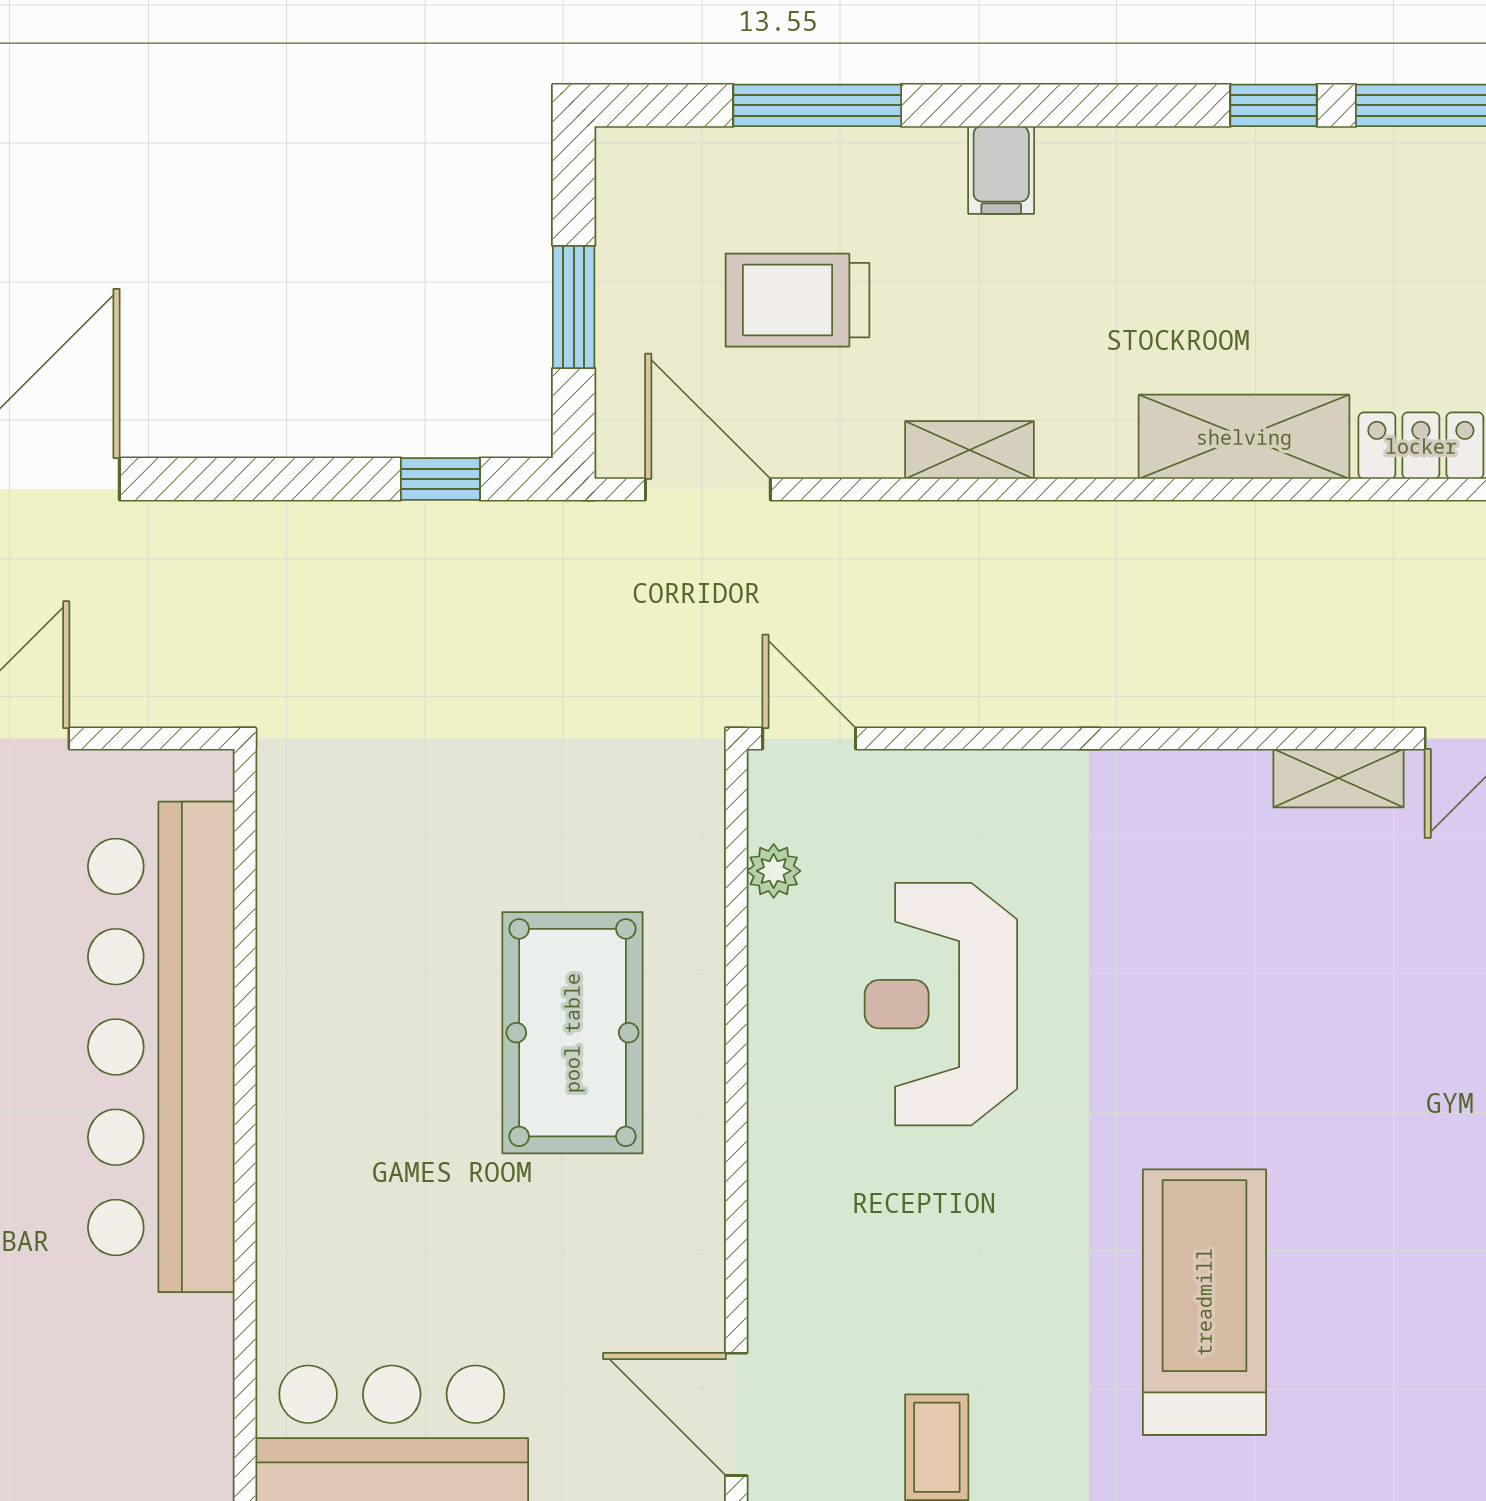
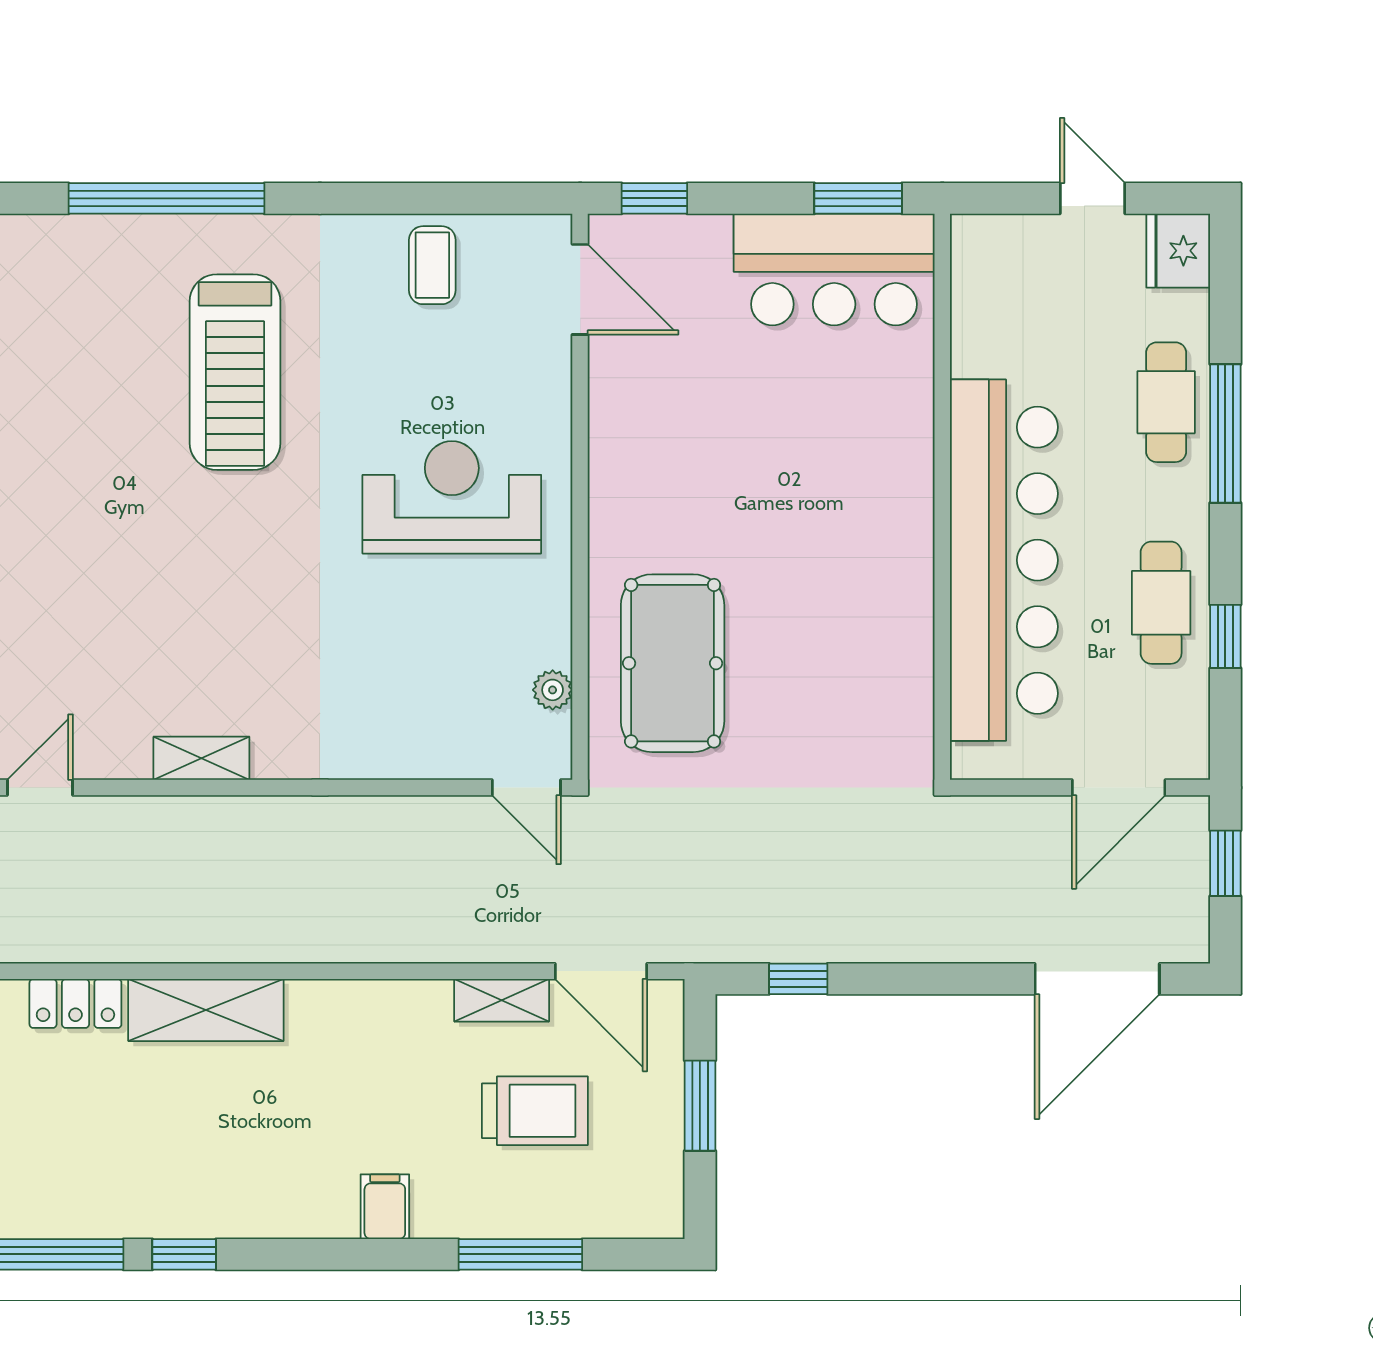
shelving: (969, 450) -> (502, 1000), moved
shelving: (1339, 778) -> (201, 758), moved
reception desk: (941, 1004) -> (452, 497), moved, turned -90
pool table: (572, 1033) -> (673, 663), moved

